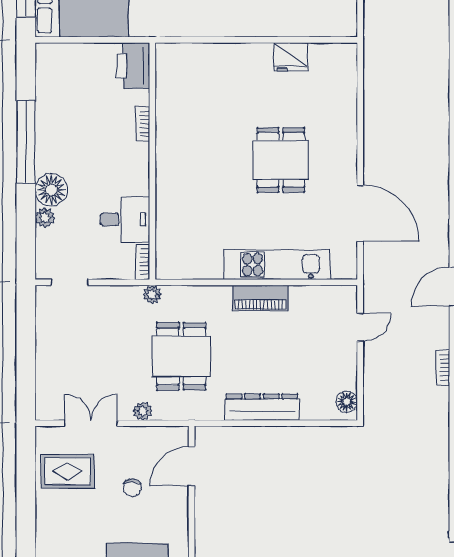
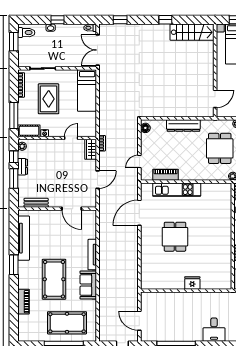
fridge: (291, 57) -> (192, 283), moved
door: (360, 213) -> (139, 213), hinge flipped
piano: (260, 298) -> (166, 175), moved

